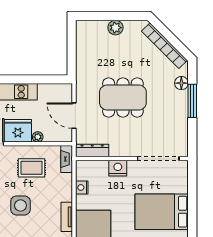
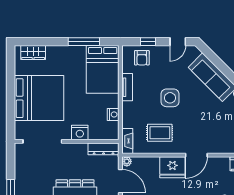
plant: (38, 137) -> (127, 161), moved
bed: (162, 212) -> (39, 98), width x1.36

